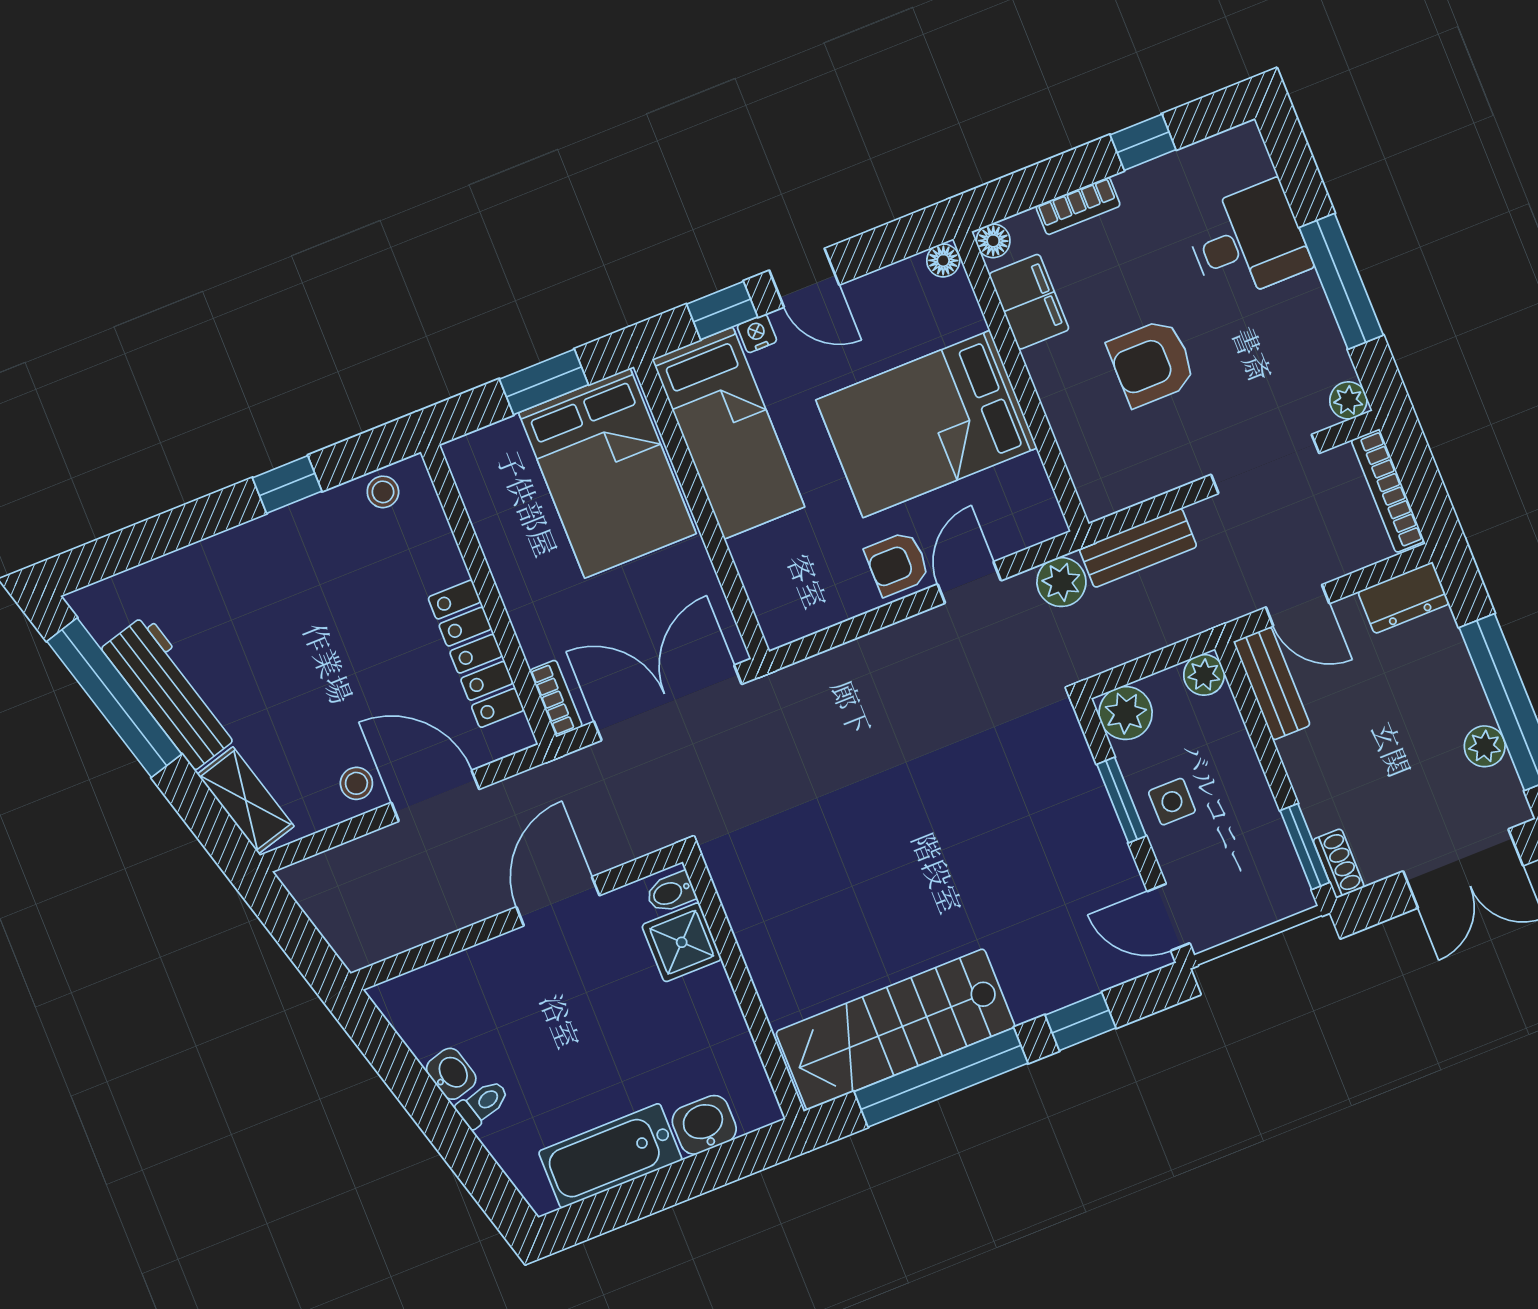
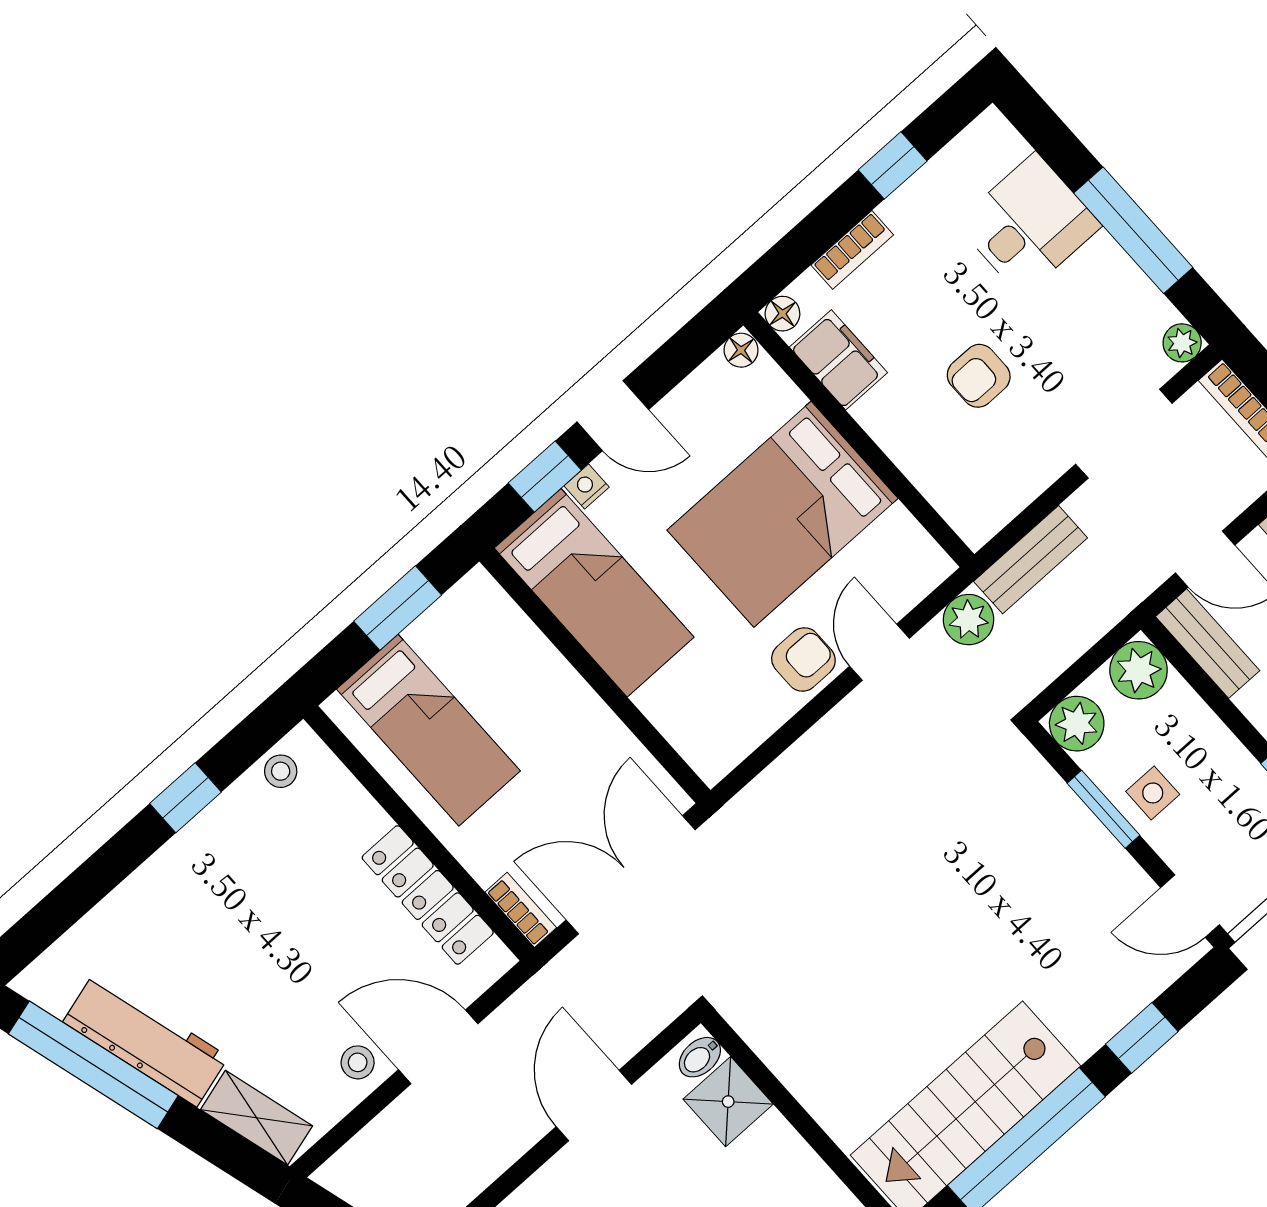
armchair: (1152, 363) -> (979, 376), width x0.72, depth x0.72
bed: (607, 473) -> (428, 730), moved, width x0.67
armchair: (897, 564) -> (803, 660), turned 180
plant: (1204, 675) -> (1139, 670), width x1.38, depth x1.38

